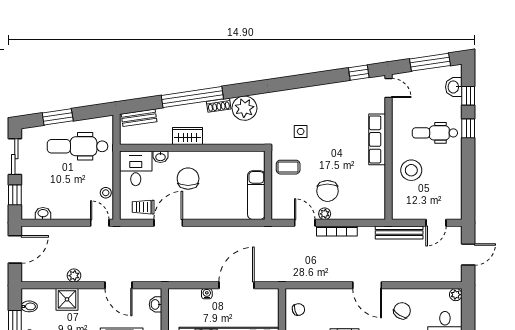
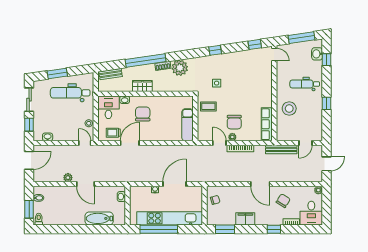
window: (298, 82) -> (215, 50), added
window: (468, 128) -> (327, 103), moved
row of seats: (377, 139) -> (267, 124), moved
door: (118, 285) -> (85, 184), moved
shower: (67, 299) -> (63, 193), removed

